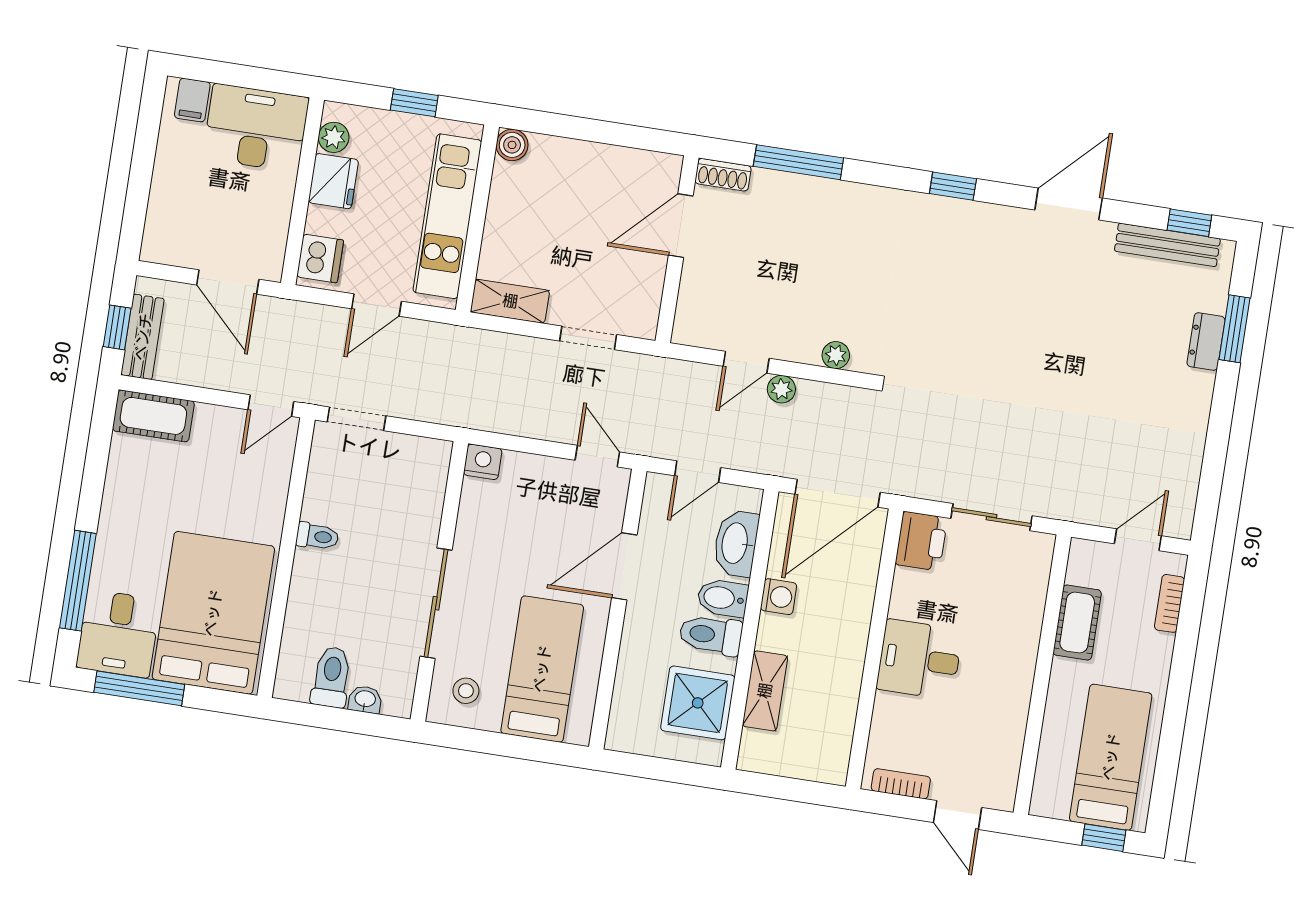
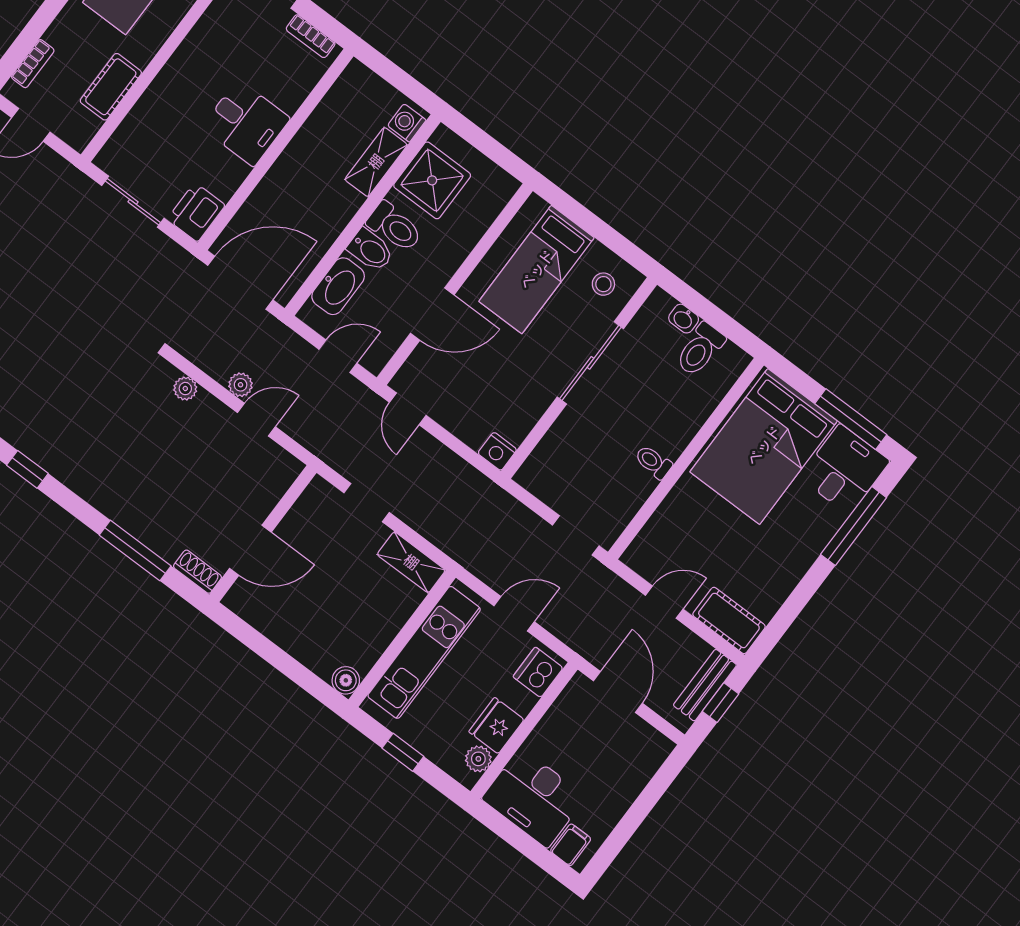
door: (271, 406) -> (664, 602), moved
washing machine: (779, 597) -> (407, 123), moved

